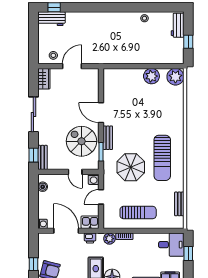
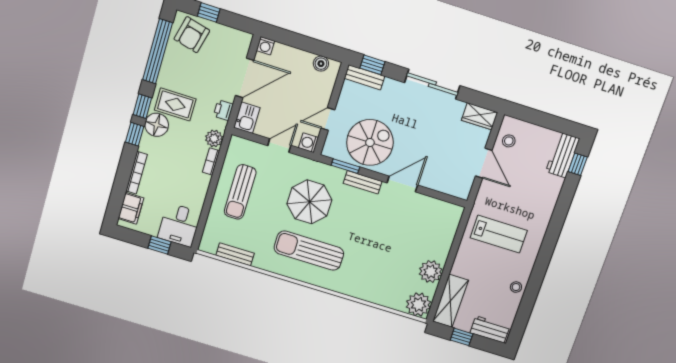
lab bench: (114, 41) -> (499, 234), added
shelving: (167, 57) -> (450, 301), added
door: (101, 197) -> (279, 145), hinge flipped

